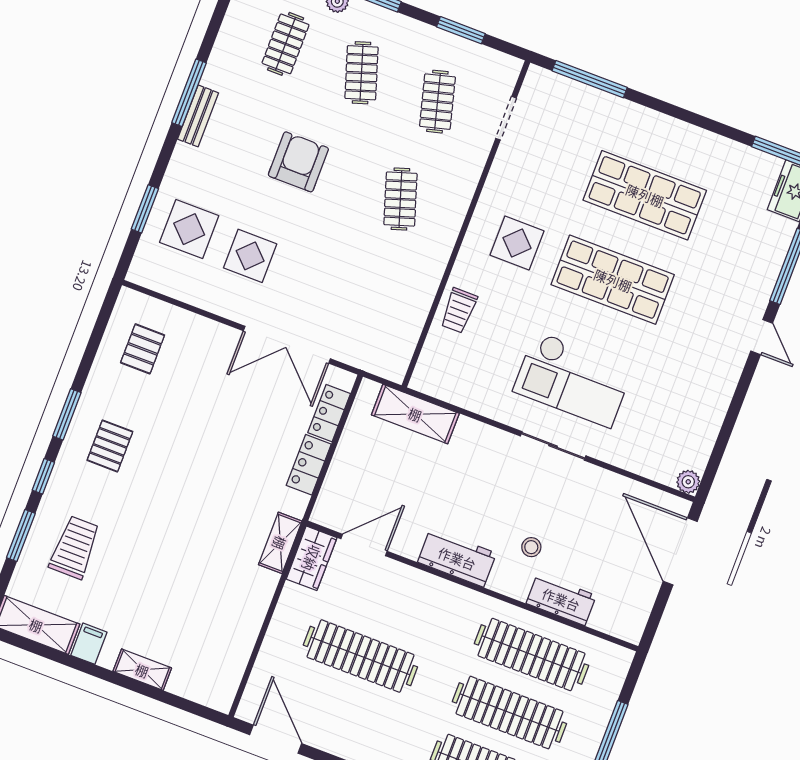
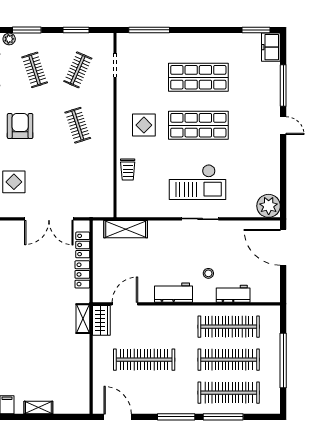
clothes rail: (437, 102) -> (78, 70), turned 39
plant: (688, 482) -> (269, 206), width x1.87, depth x1.87

